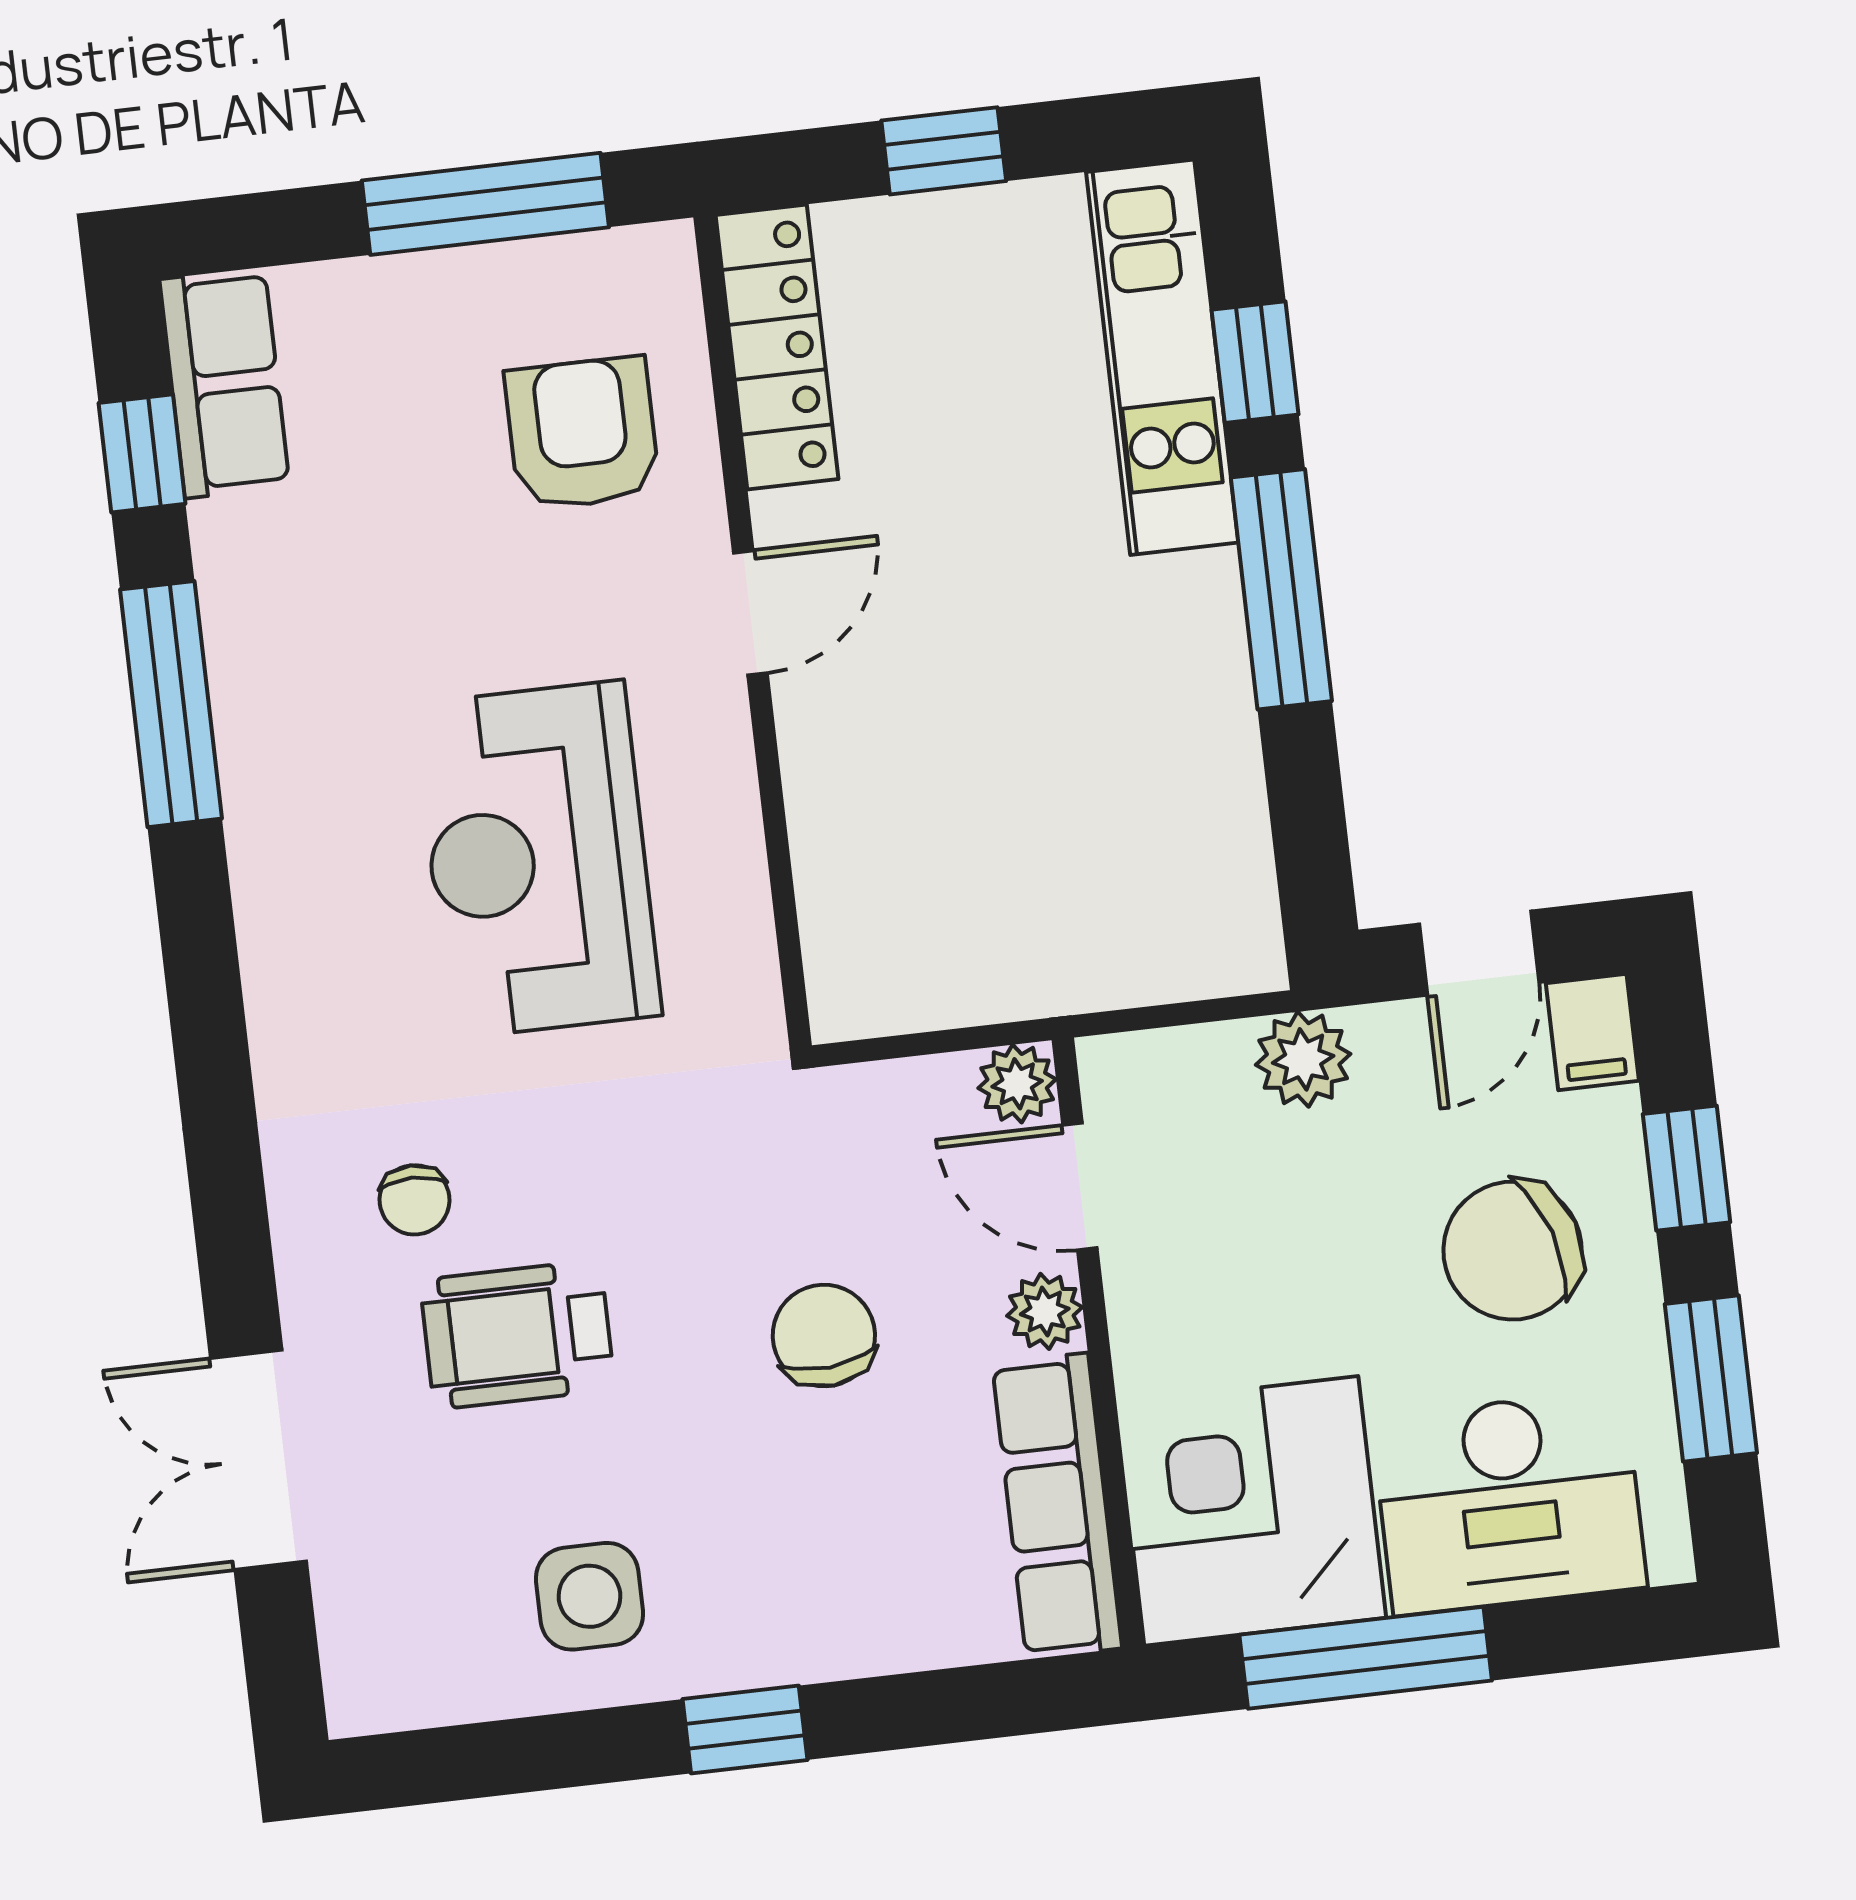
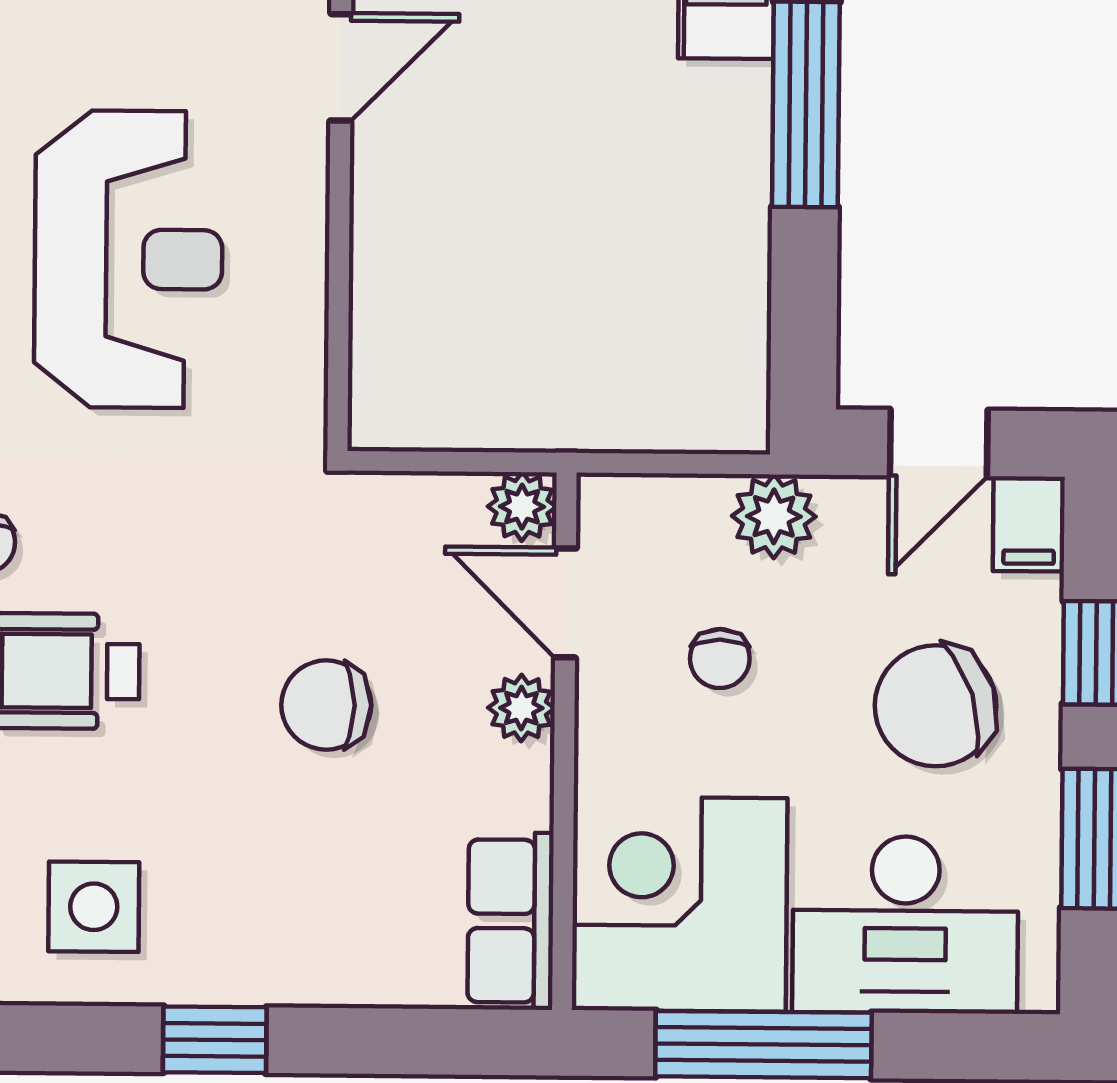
reception desk: (538, 859) -> (129, 259), turned 180
chair: (1262, 1228) -> (720, 659), added
chair: (824, 1336) -> (326, 705), turned -85
row of seats: (1057, 1506) -> (511, 921), width x0.68

